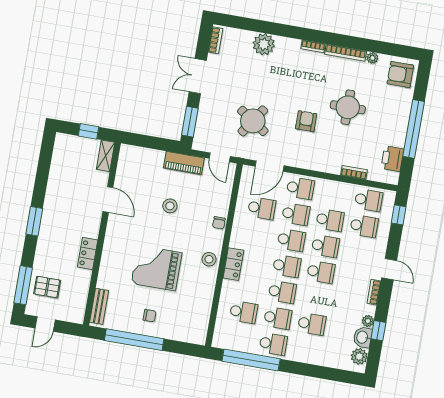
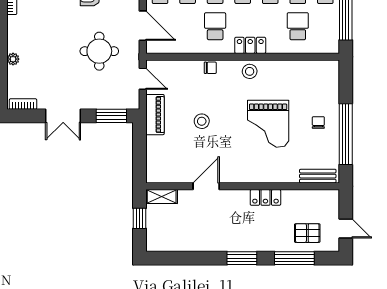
plant: (264, 44) -> (13, 59), width x0.53, depth x0.53
round table: (253, 121) -> (99, 51), turned -34
door: (220, 157) -> (143, 79), hinge flipped
school desk: (262, 208) -> (215, 26), moved
window: (23, 285) -> (294, 258), moved
pallet: (47, 287) -> (307, 233), turned 90

